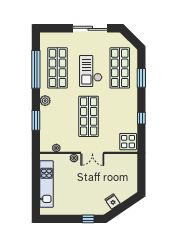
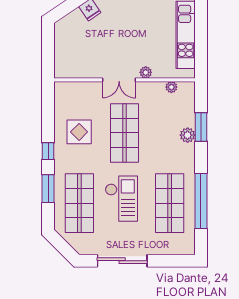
plant: (45, 101) -> (188, 135), moved
window: (141, 118) -> (48, 151), moved
display table: (128, 142) -> (79, 132), moved
double door: (92, 153) -> (119, 80), swing flipped

